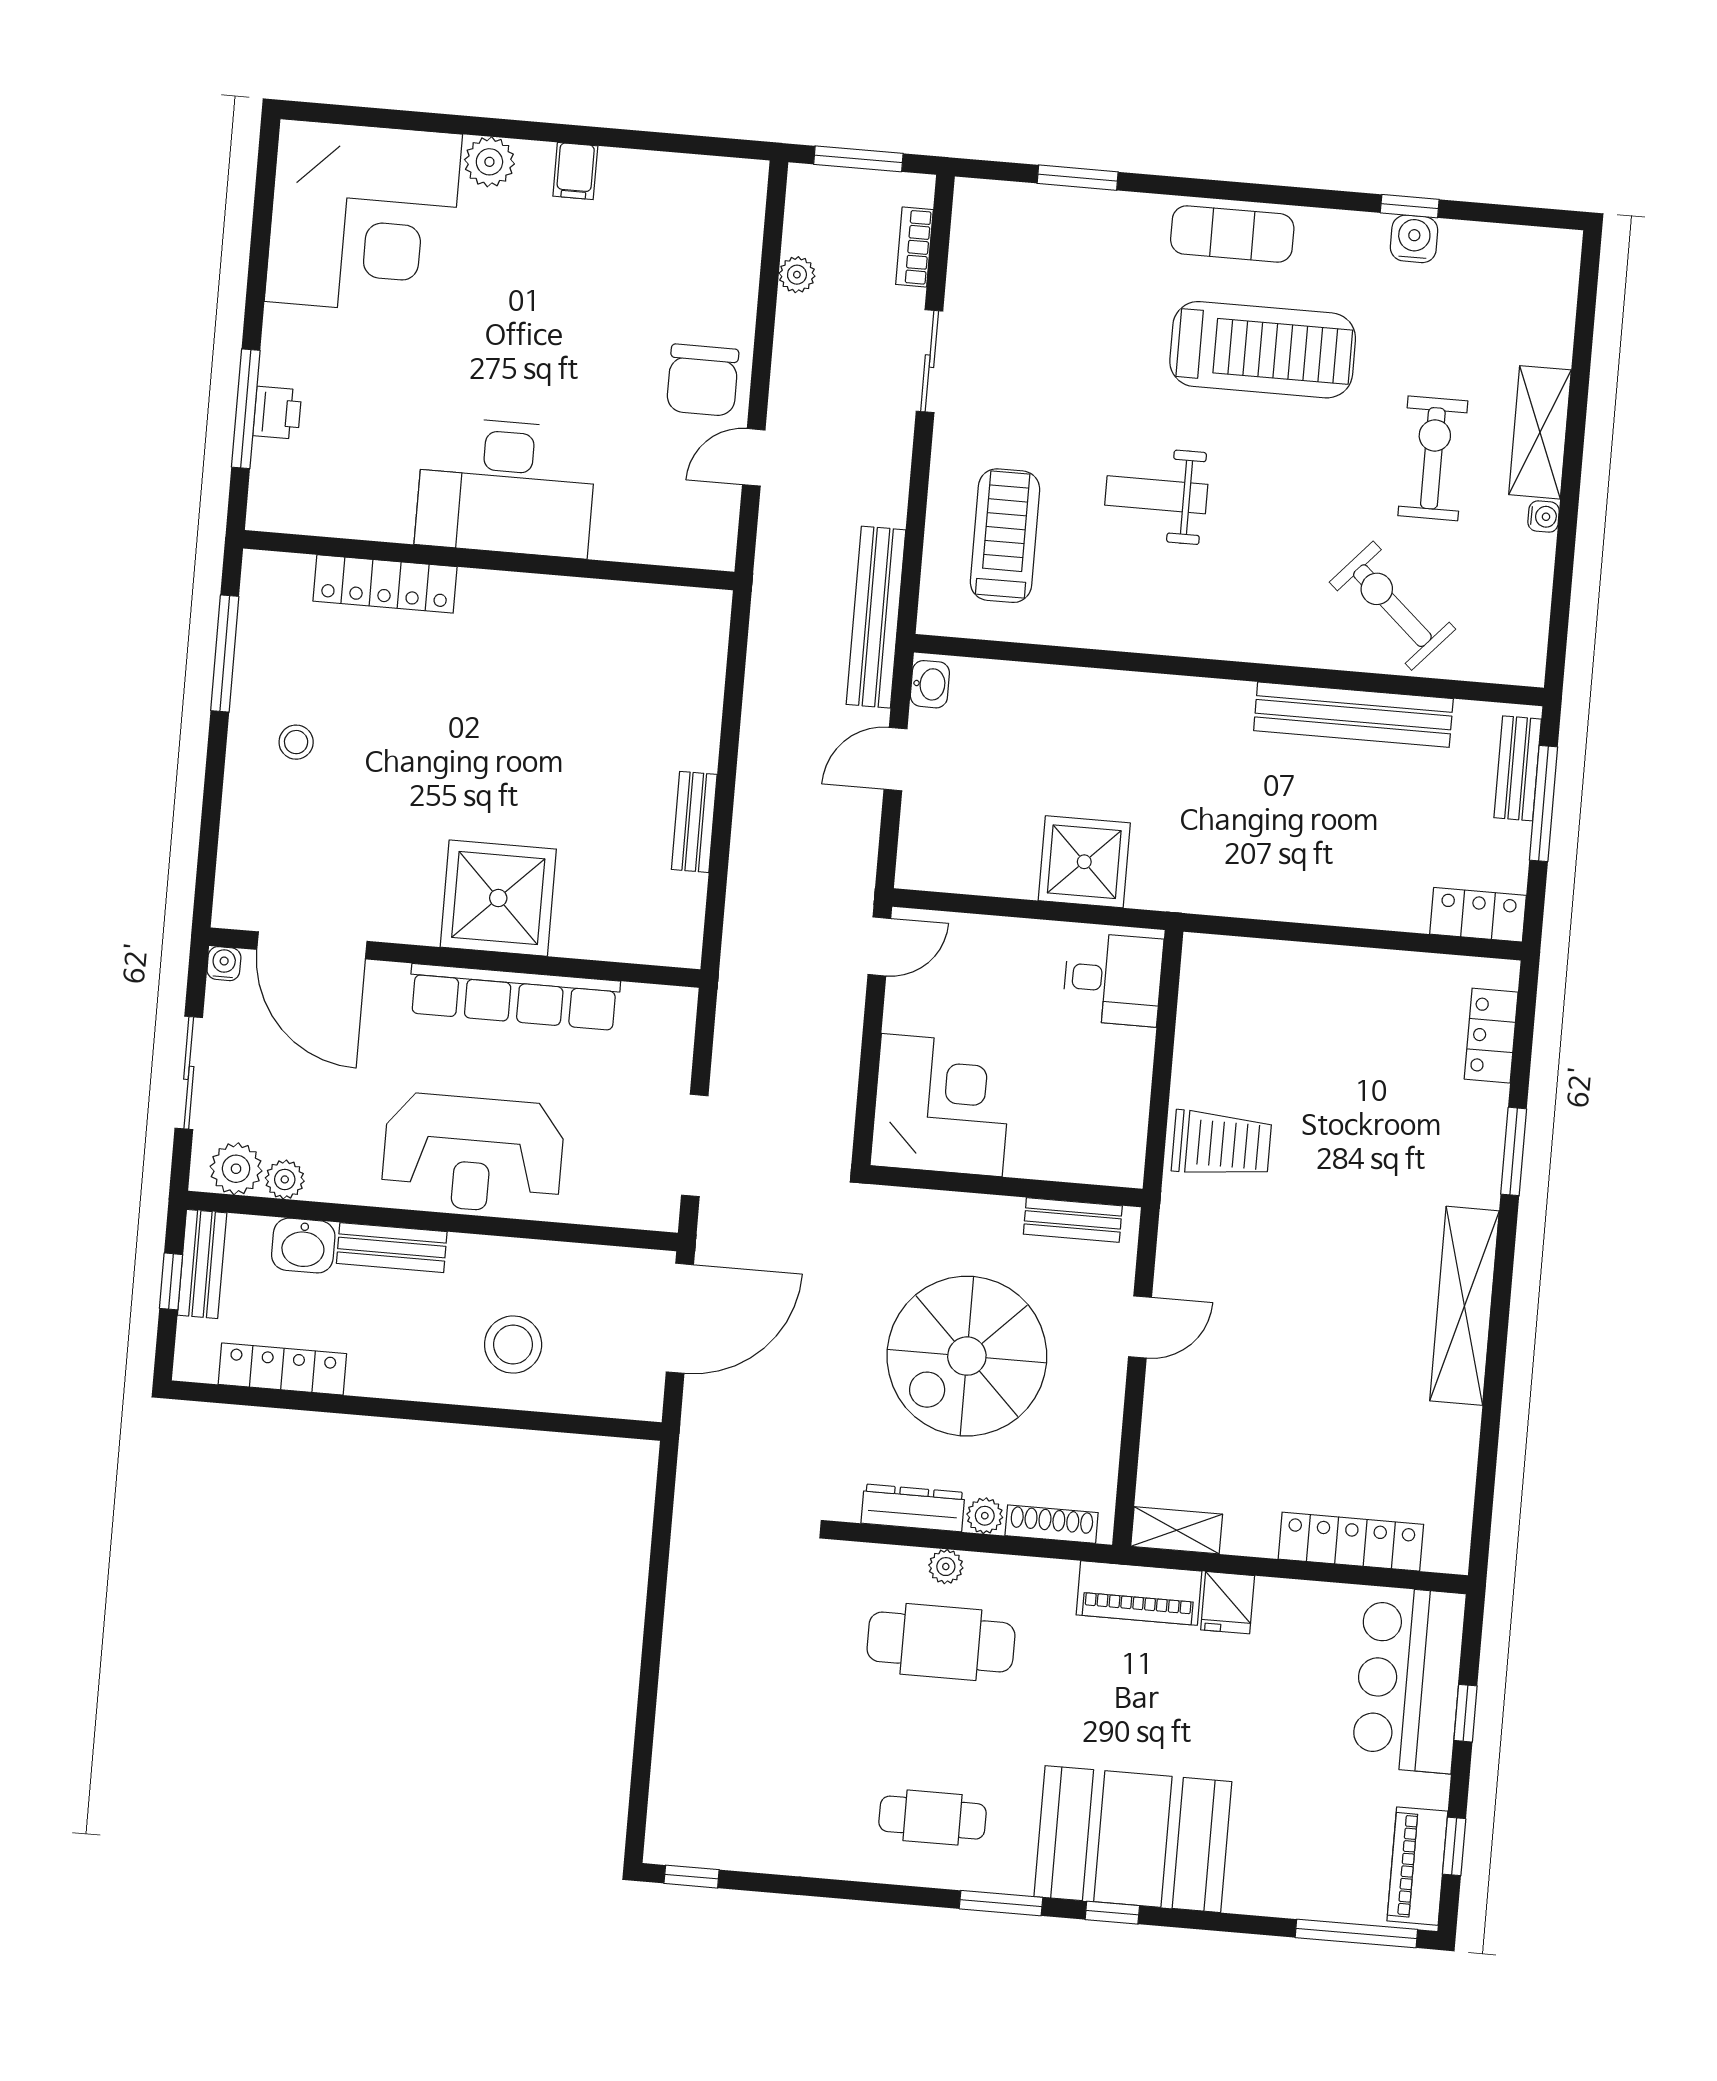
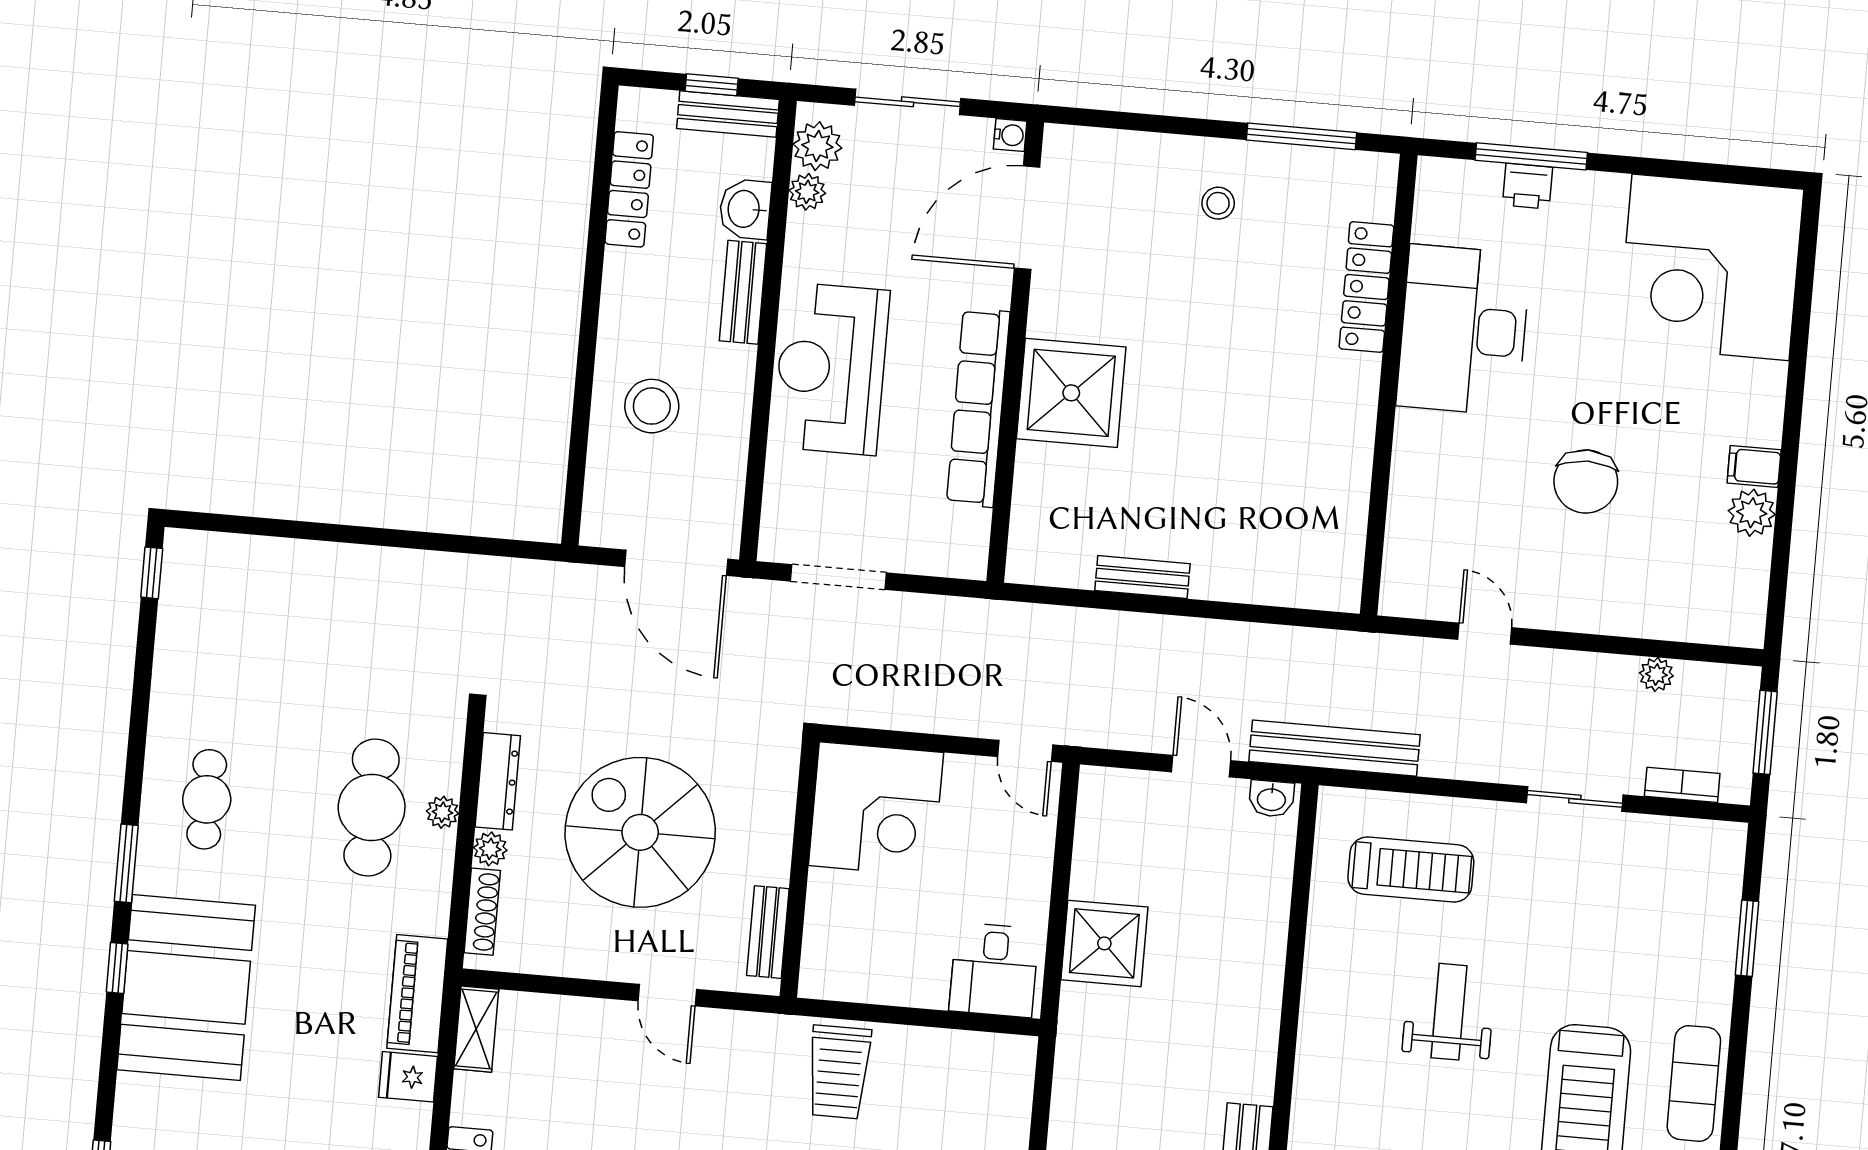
plant: (489, 162) -> (1752, 513), moved
chair: (703, 380) -> (1586, 481), moved, turned -90
desk: (506, 487) -> (1463, 330), moved

